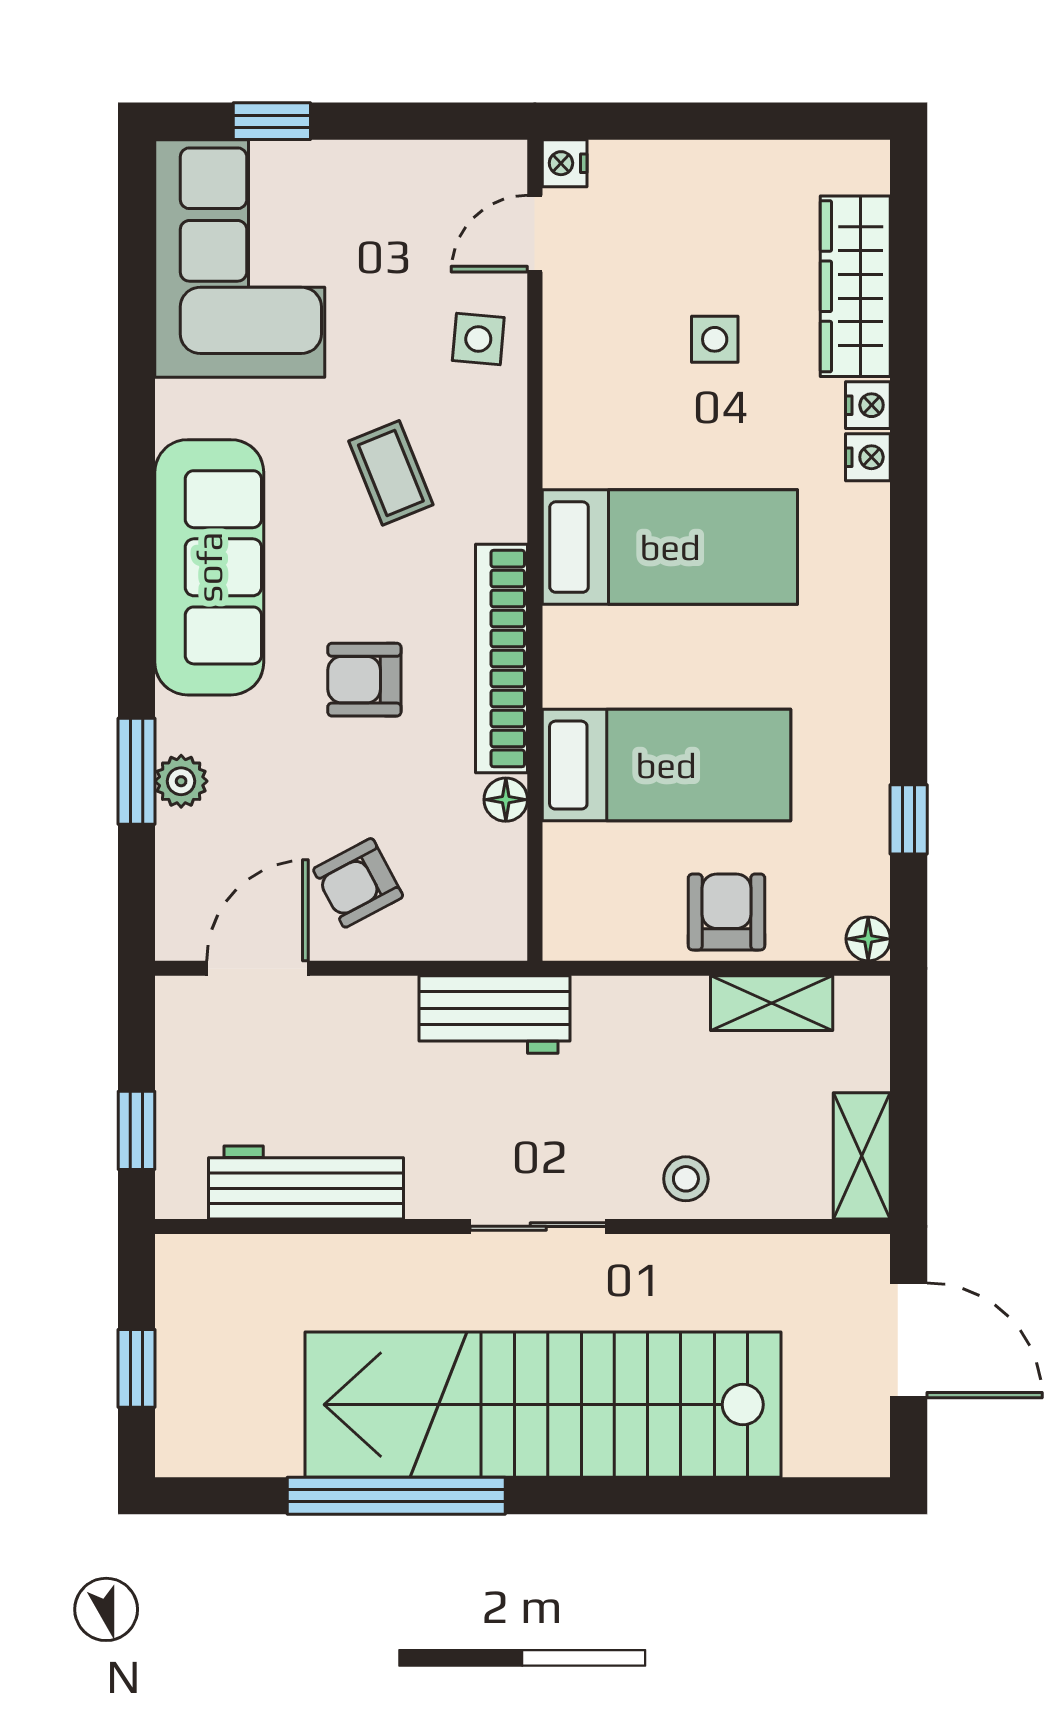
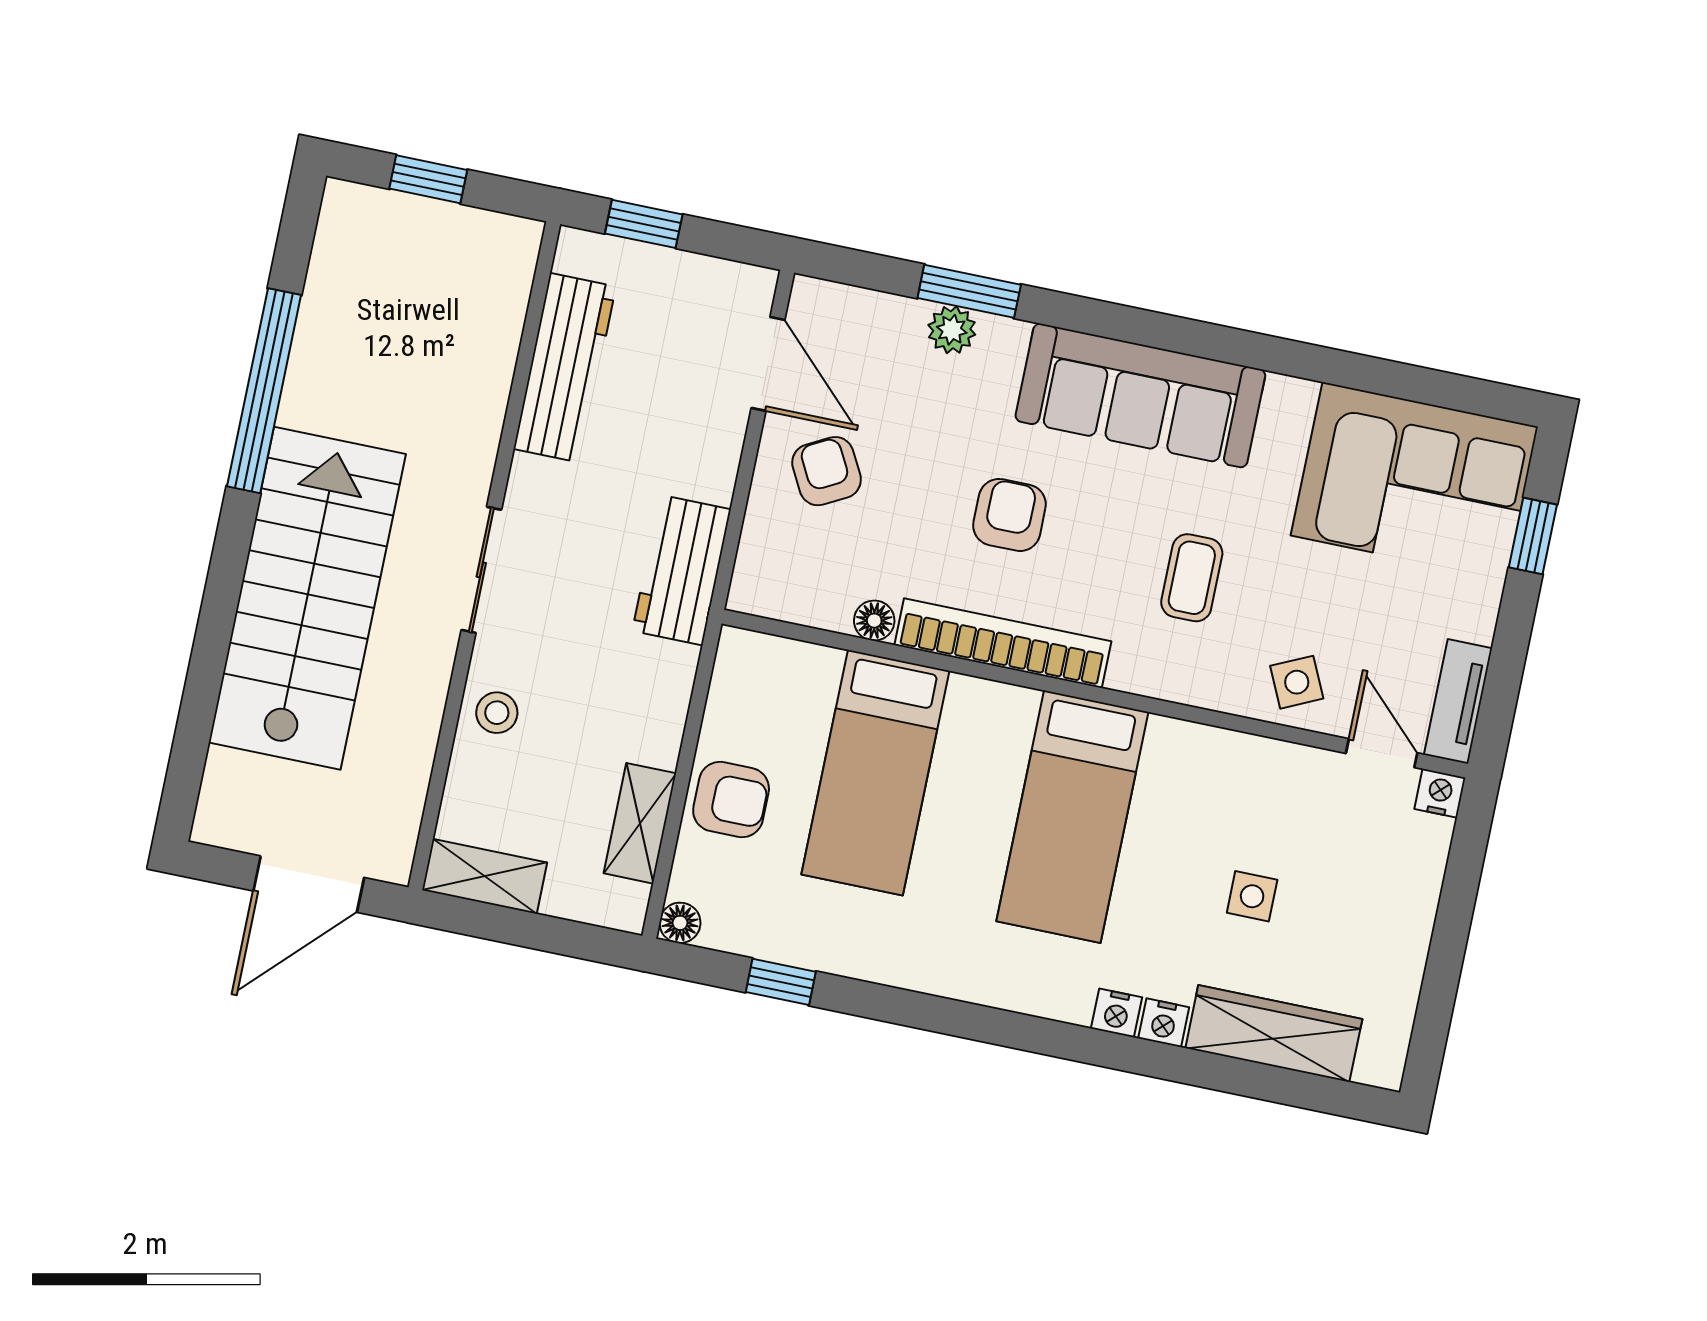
tv unit: (463, 164) -> (1458, 701), added
side table: (478, 339) -> (1297, 682), turned -30
coffee table: (391, 473) -> (1192, 578), turned -68
stairs: (543, 1405) -> (307, 598), width x0.73

